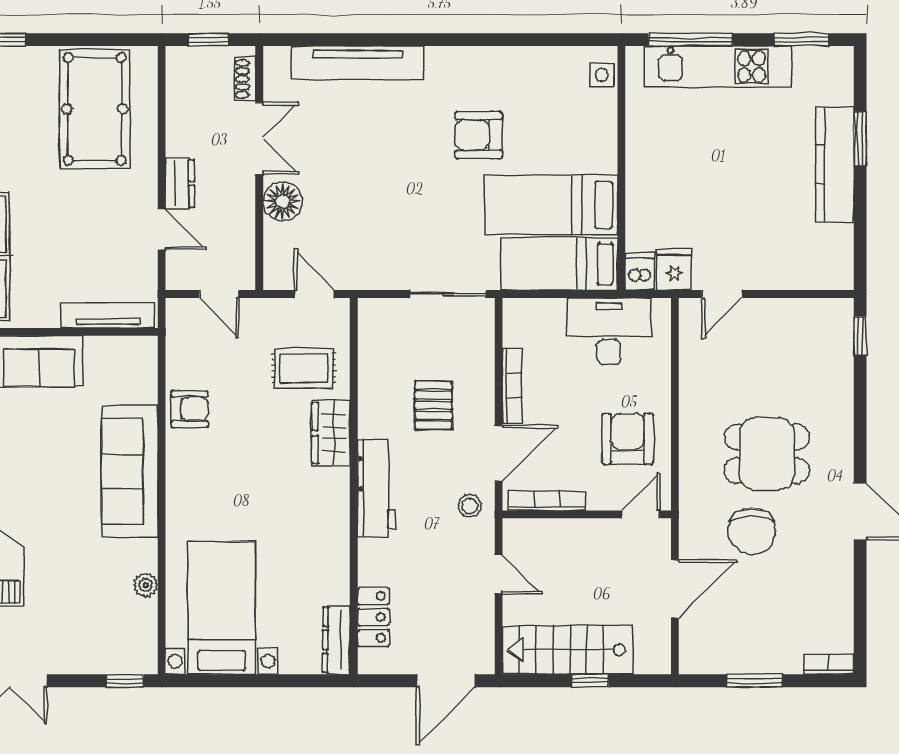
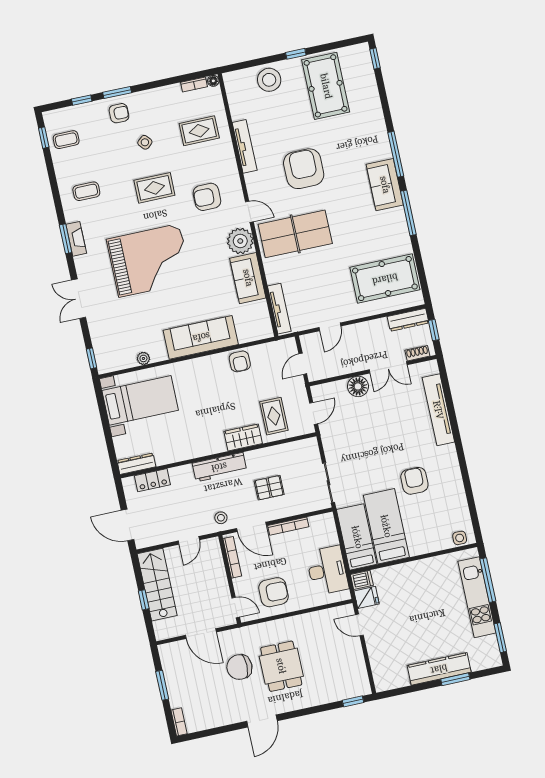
dresser: (180, 183) -> (408, 320), moved, width x1.44

